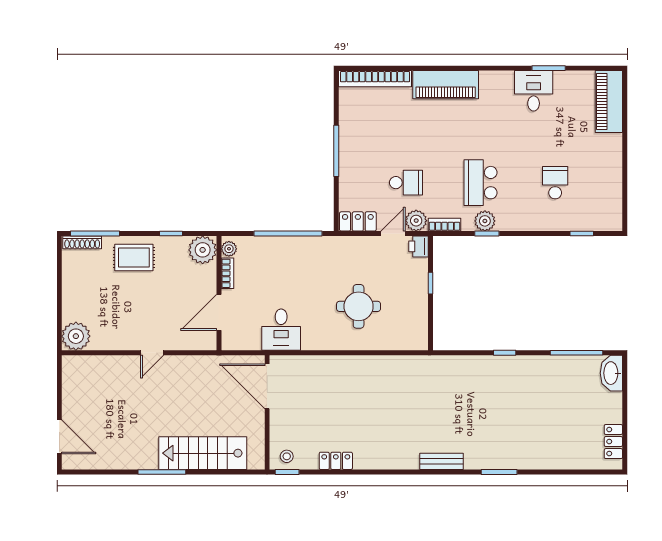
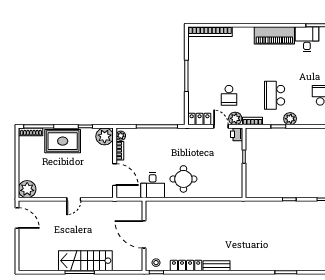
piano: (446, 85) -> (274, 35), moved
school desk: (406, 183) -> (229, 95), turned 90
plant: (485, 221) -> (290, 119), moved
door: (393, 233) -> (221, 126), hinge flipped
rug: (134, 258) -> (63, 141), width x1.36, depth x1.43
round table: (359, 306) -> (183, 179), moved
door: (219, 312) -> (115, 175), swing flipped
door: (267, 386) -> (144, 234), moved
door: (59, 437) -> (17, 218), moved
stairs: (203, 453) -> (85, 261), moved
locker: (336, 461) -> (186, 265), width x1.53
bench: (442, 461) -> (217, 266), moved

